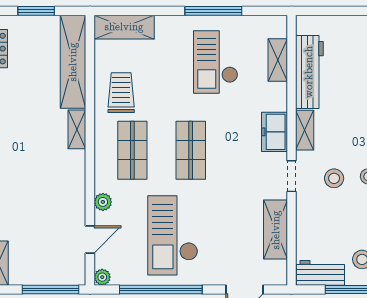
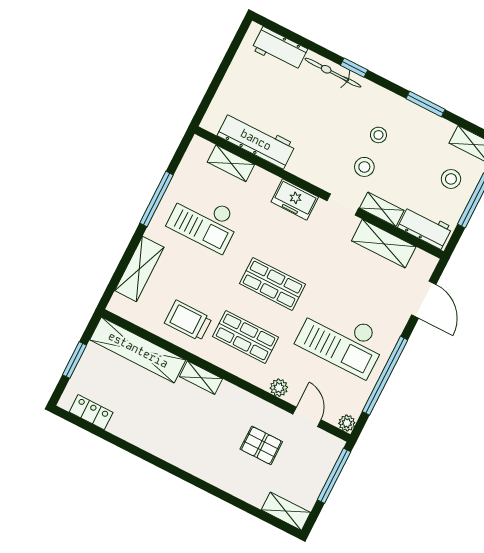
shelving: (124, 27) -> (139, 269), moved
shelving: (305, 130) -> (382, 209), moved
pallet: (45, 212) -> (261, 445), added
workbench: (320, 273) -> (425, 227), moved, turned 90

